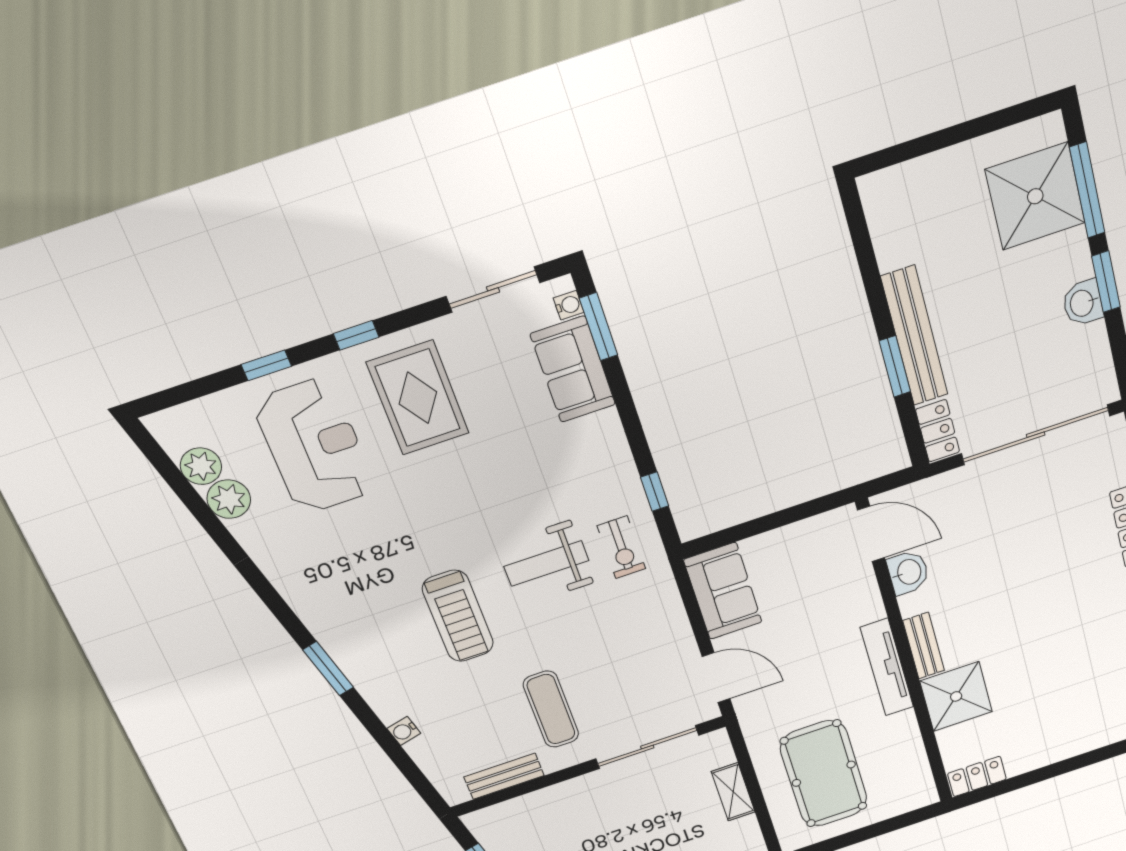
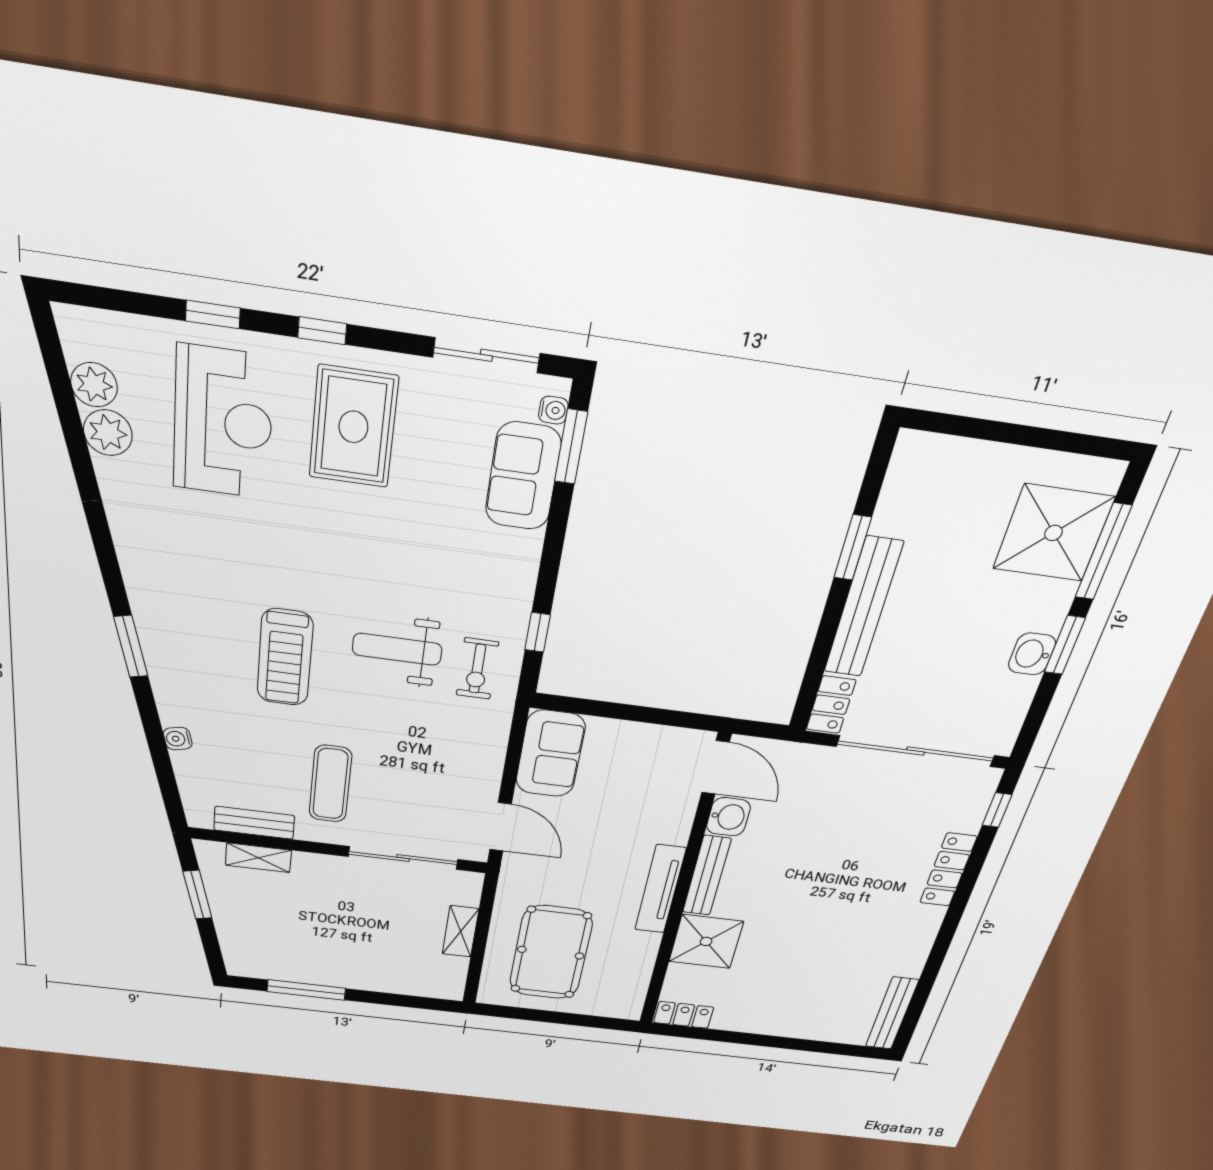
window: (895, 366) -> (853, 548), moved
bench: (924, 646) -> (707, 876), width x1.36
shelving: (523, 807) -> (258, 858), added

